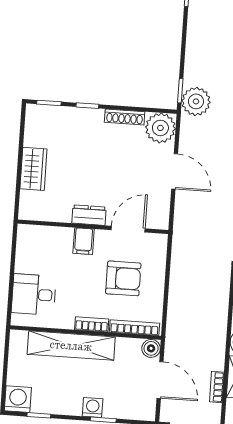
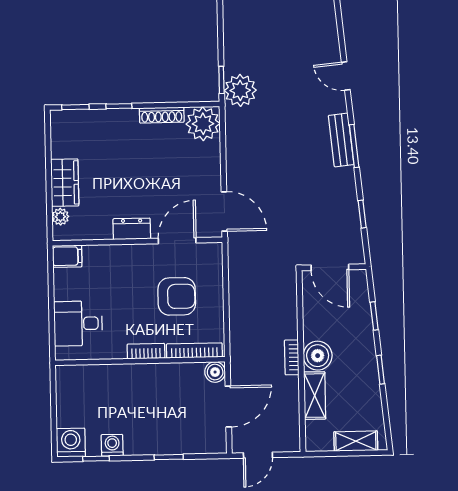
door: (175, 171) -> (224, 211), moved
plant: (27, 199) -> (60, 217), added
filing cabinet: (84, 241) -> (67, 256), moved, turned -90
shelving: (71, 346) -> (125, 377), removed
door: (160, 380) -> (228, 407), hinge flipped
bookcase: (217, 387) -> (292, 357), moved
washing machine: (93, 407) -> (112, 445), moved

